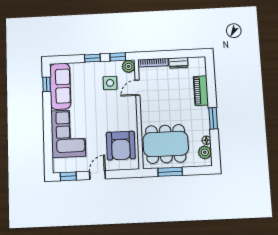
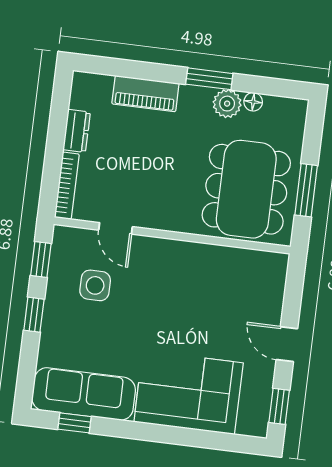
plant: (128, 66) -> (66, 240), removed
armchair: (121, 146) -> (233, 285), removed
plant: (205, 152) -> (227, 104), moved

